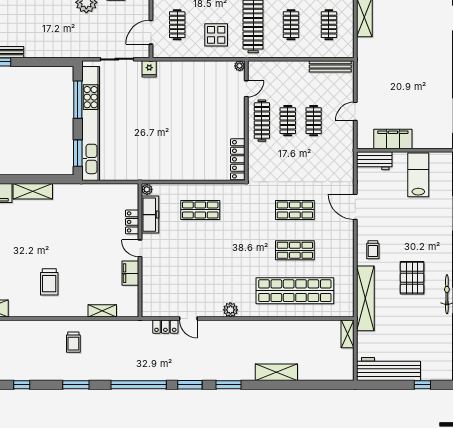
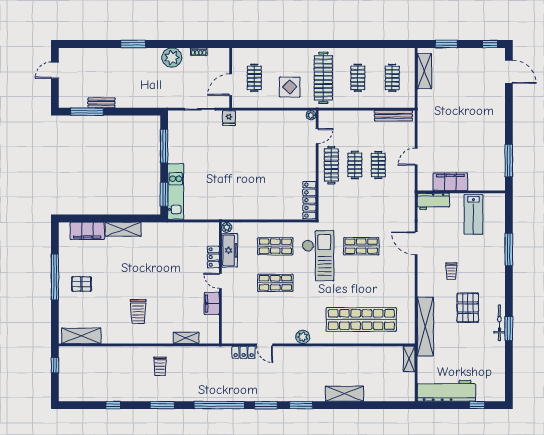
kitchen unit: (91, 123) -> (176, 192), width x0.54
lab bench: (418, 175) -> (473, 214), turned 180
checkout: (247, 220) -> (318, 256), added
shop shelf: (295, 250) -> (275, 283), moved
trolley: (373, 250) -> (451, 271), moved

